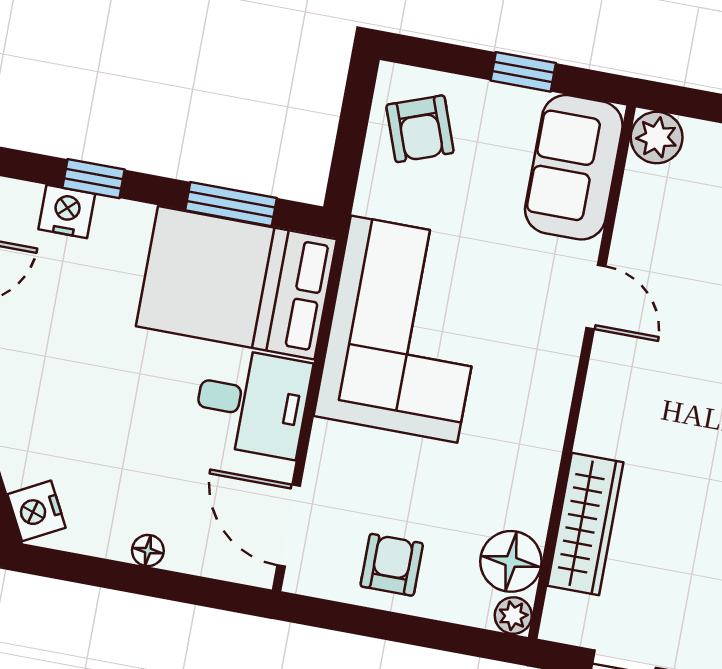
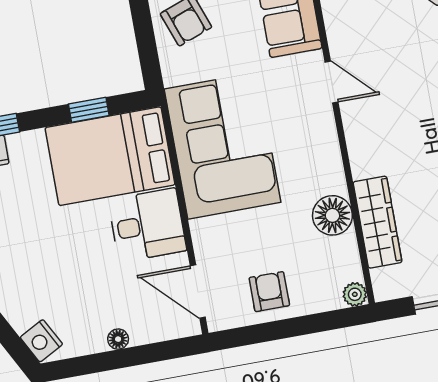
window: (231, 204) -> (89, 110), width x0.67
floor lamp: (511, 561) -> (332, 215), moved

